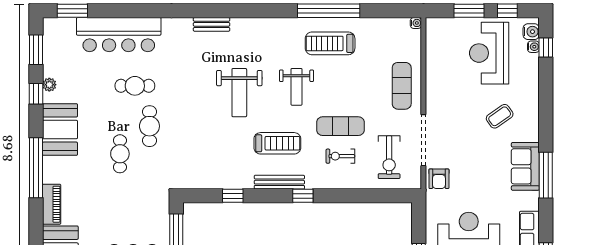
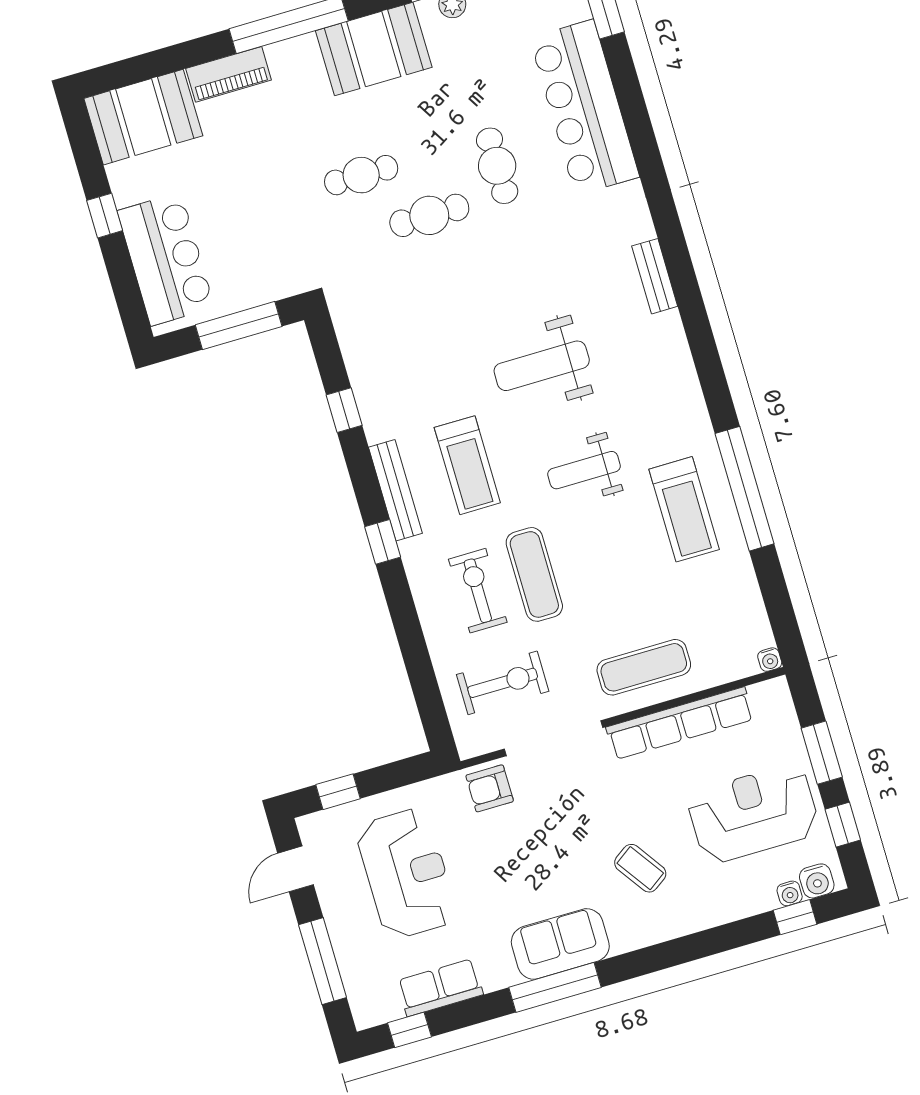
treadmill: (330, 43) -> (684, 509), turned 180
row of seats: (434, 76) -> (680, 723), added
exercise bike: (340, 156) -> (478, 591), width x1.38, depth x1.39
exercise bike: (389, 157) -> (503, 683), turned 180

